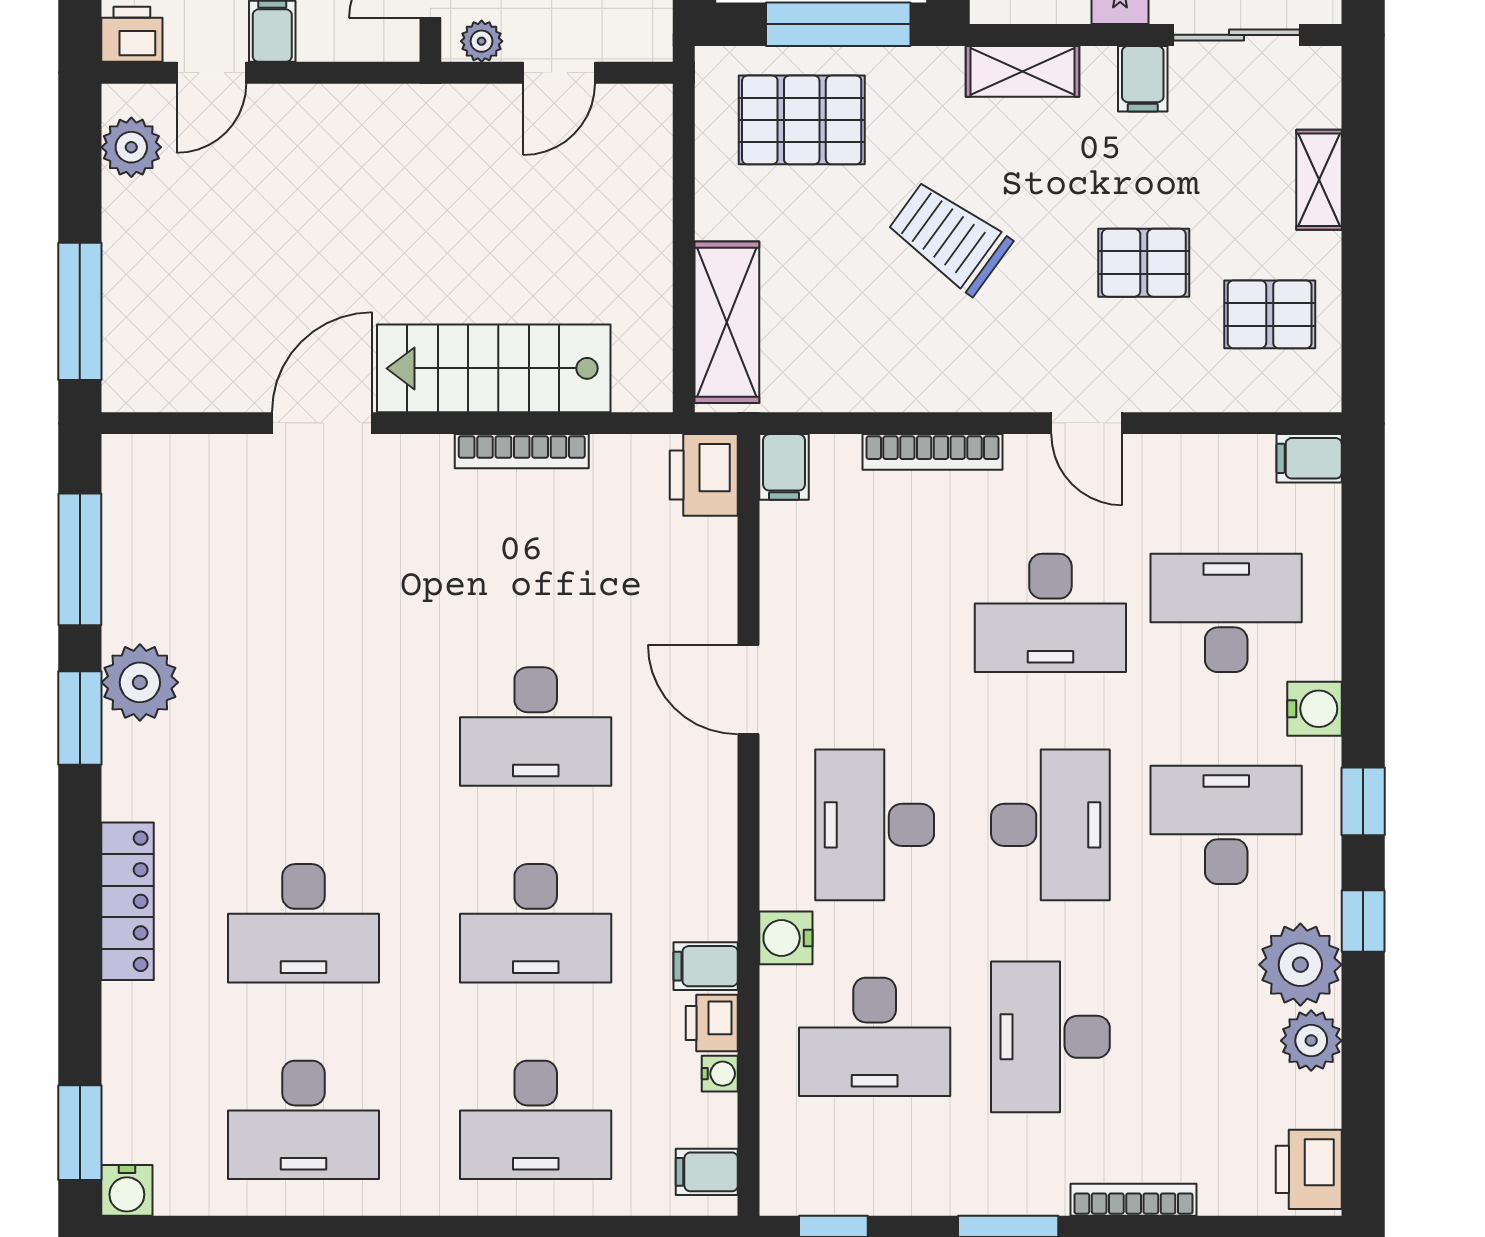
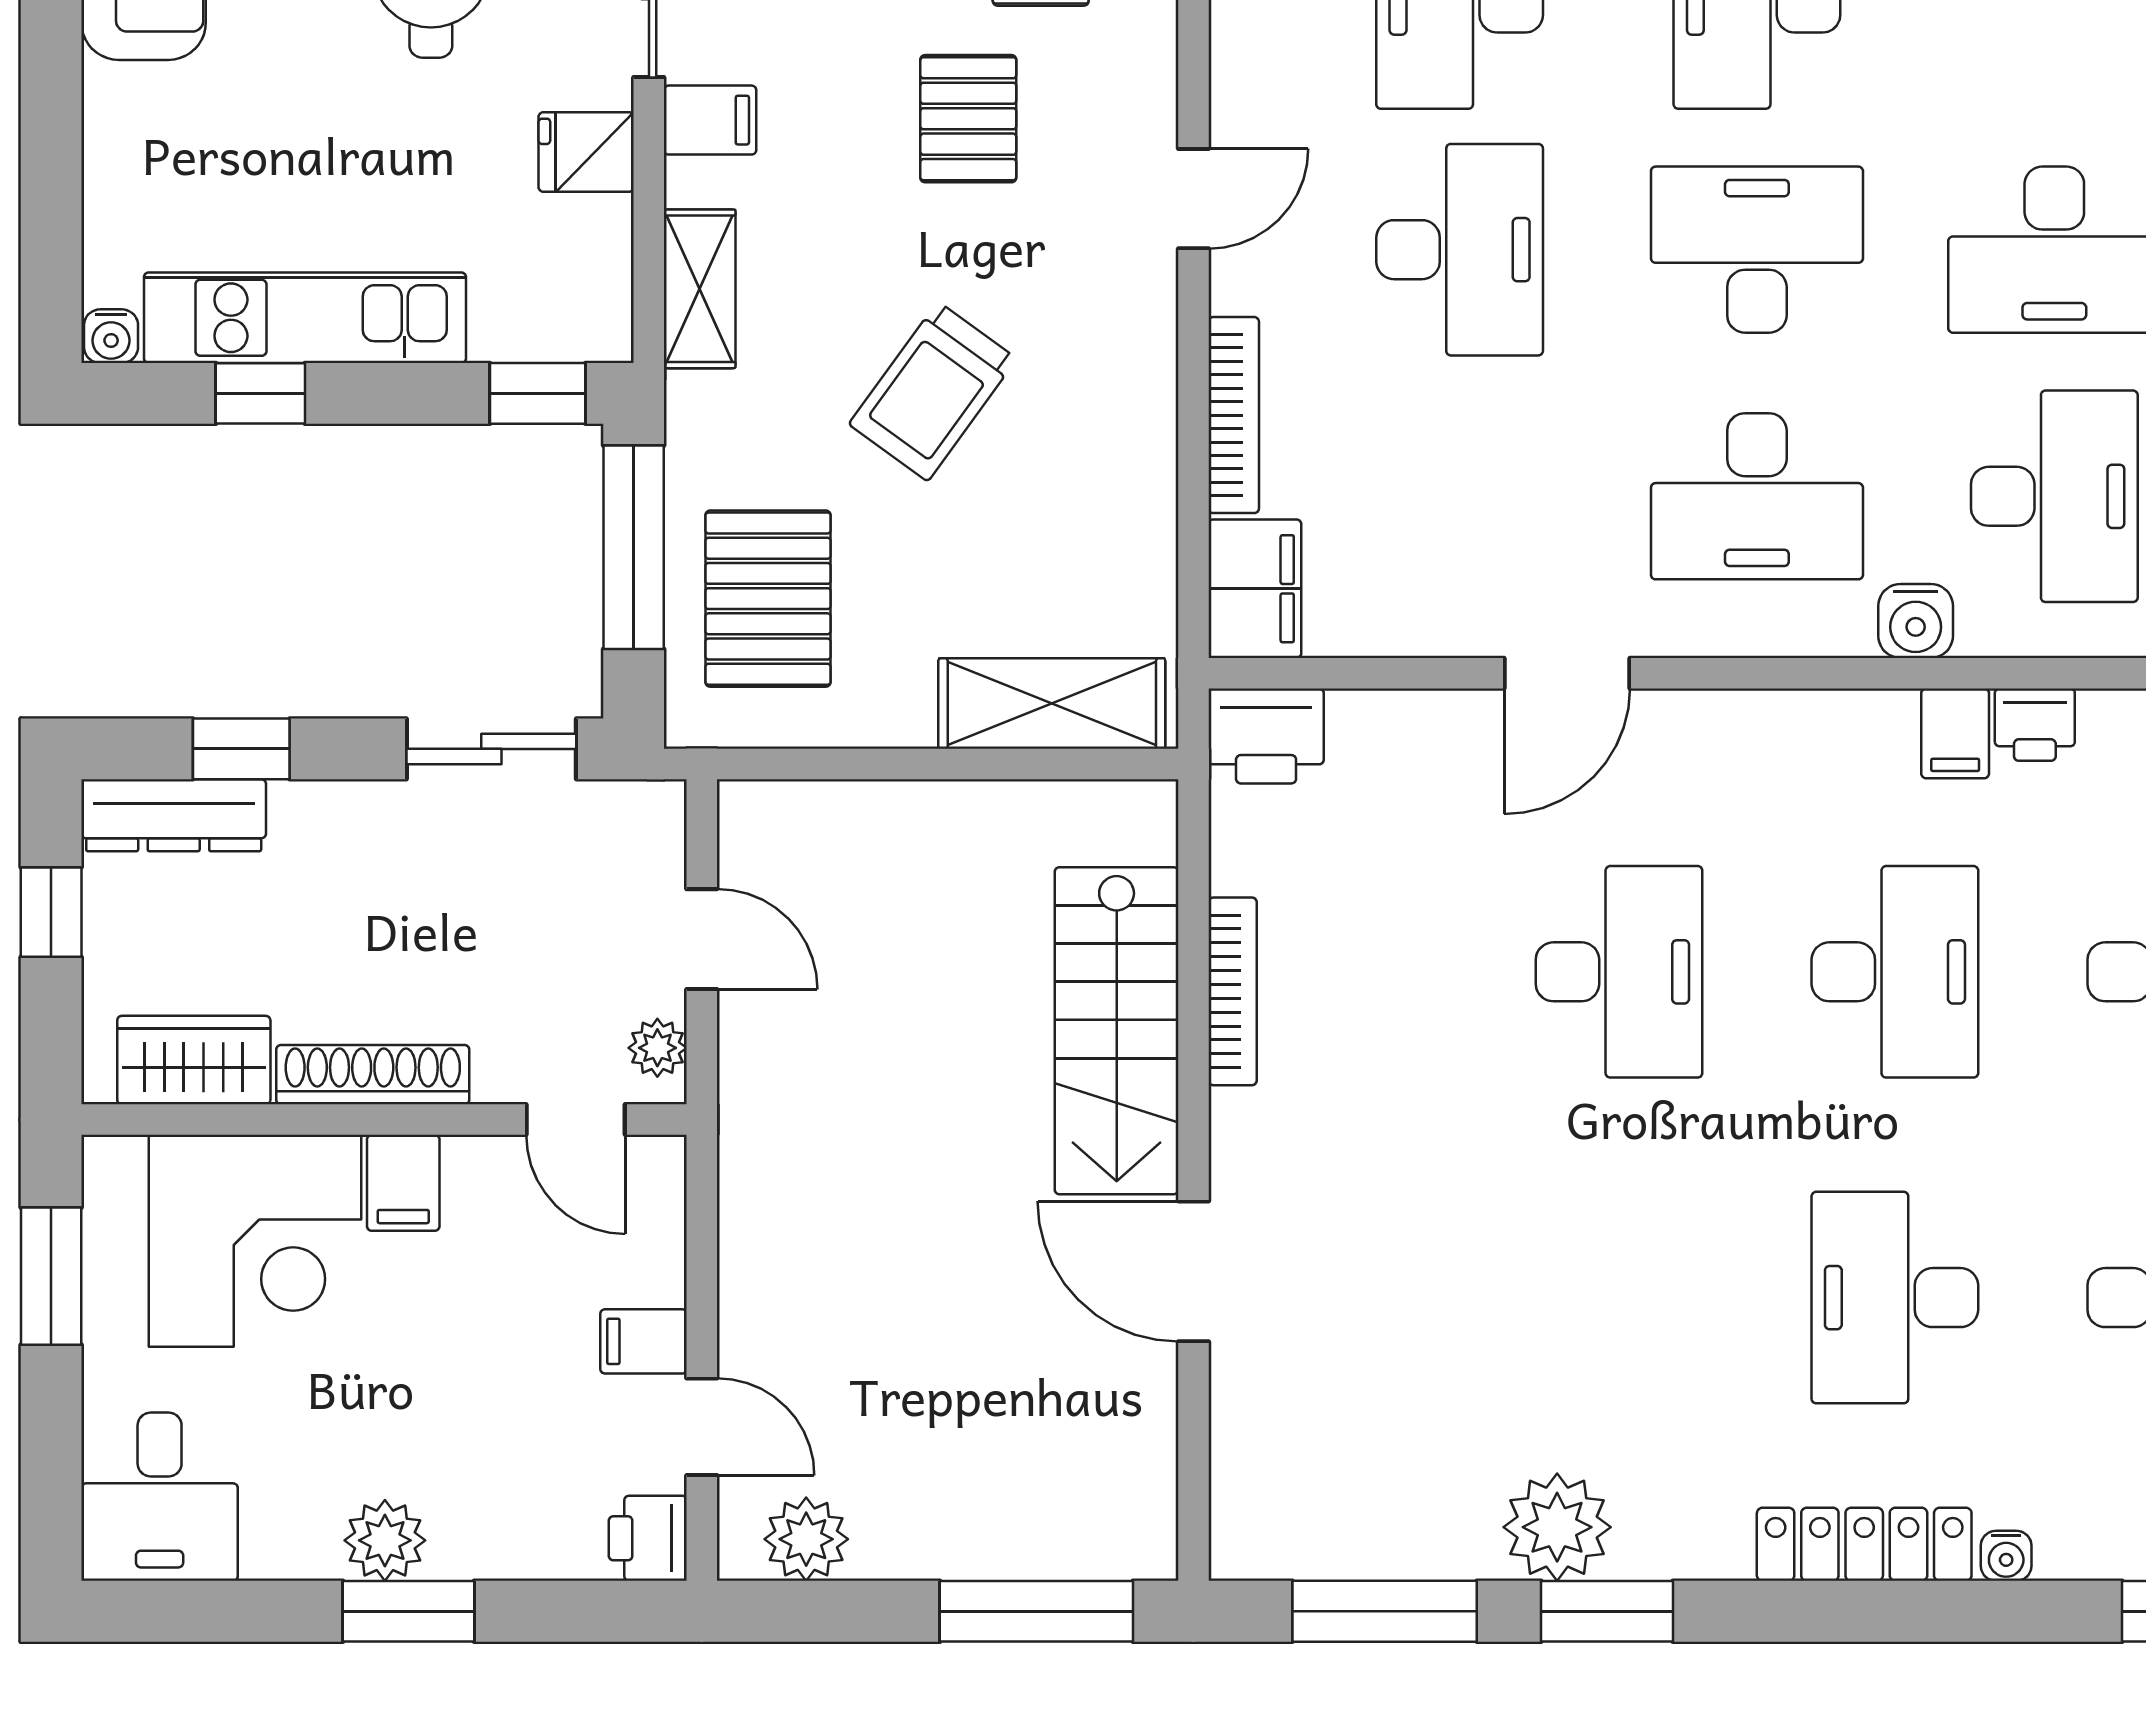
filing cabinet: (784, 467) -> (1255, 589), width x2.00
desk: (303, 923) -> (1895, 1298), turned 180
water cooler: (720, 1074) -> (2006, 1556), moved, turned 180

